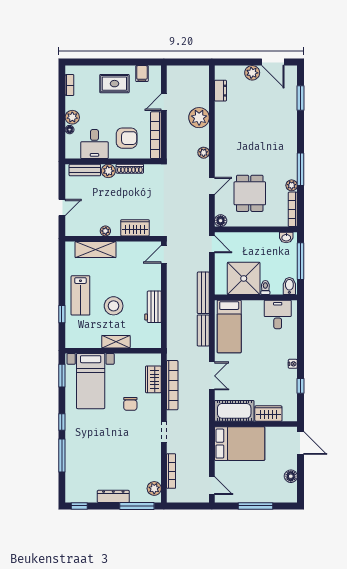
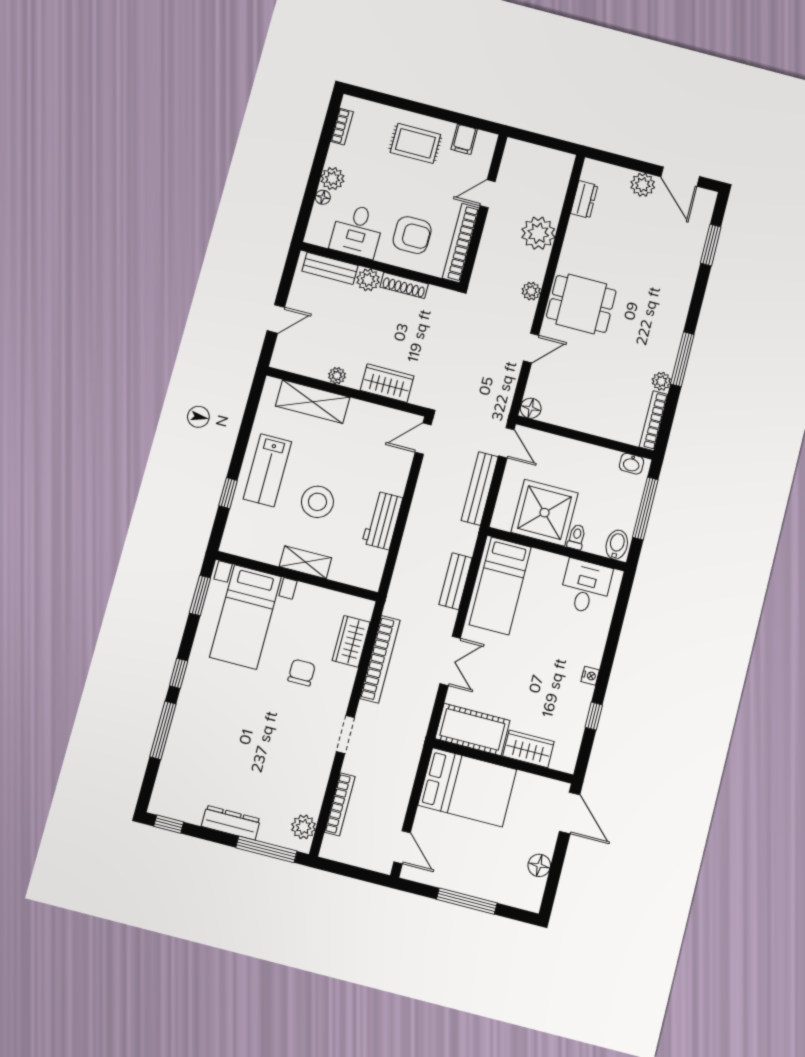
dining table: (250, 193) -> (581, 304), moved, turned 90
bench: (203, 293) -> (480, 489), moved
chair: (130, 404) -> (302, 673), turned 180

